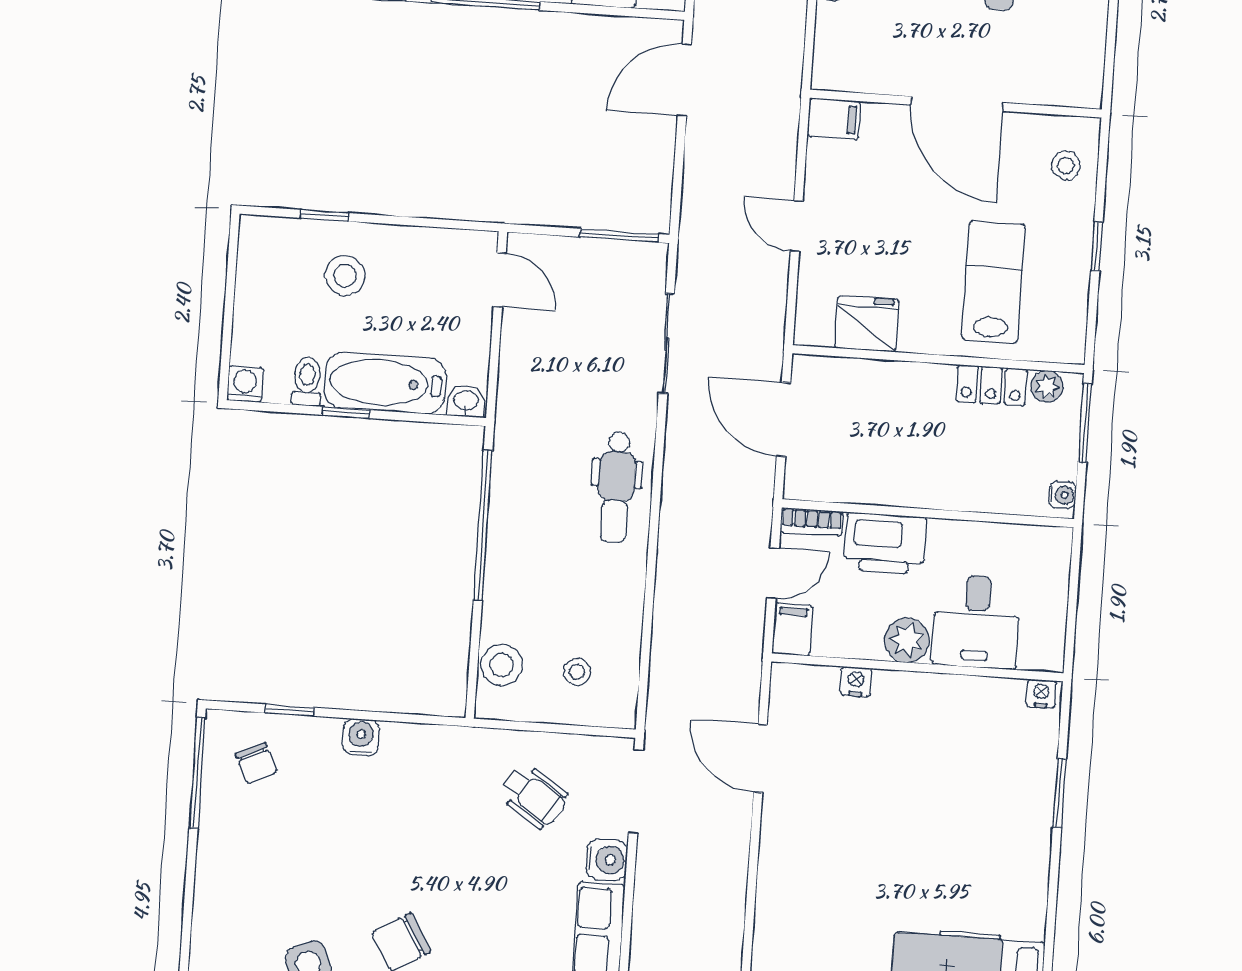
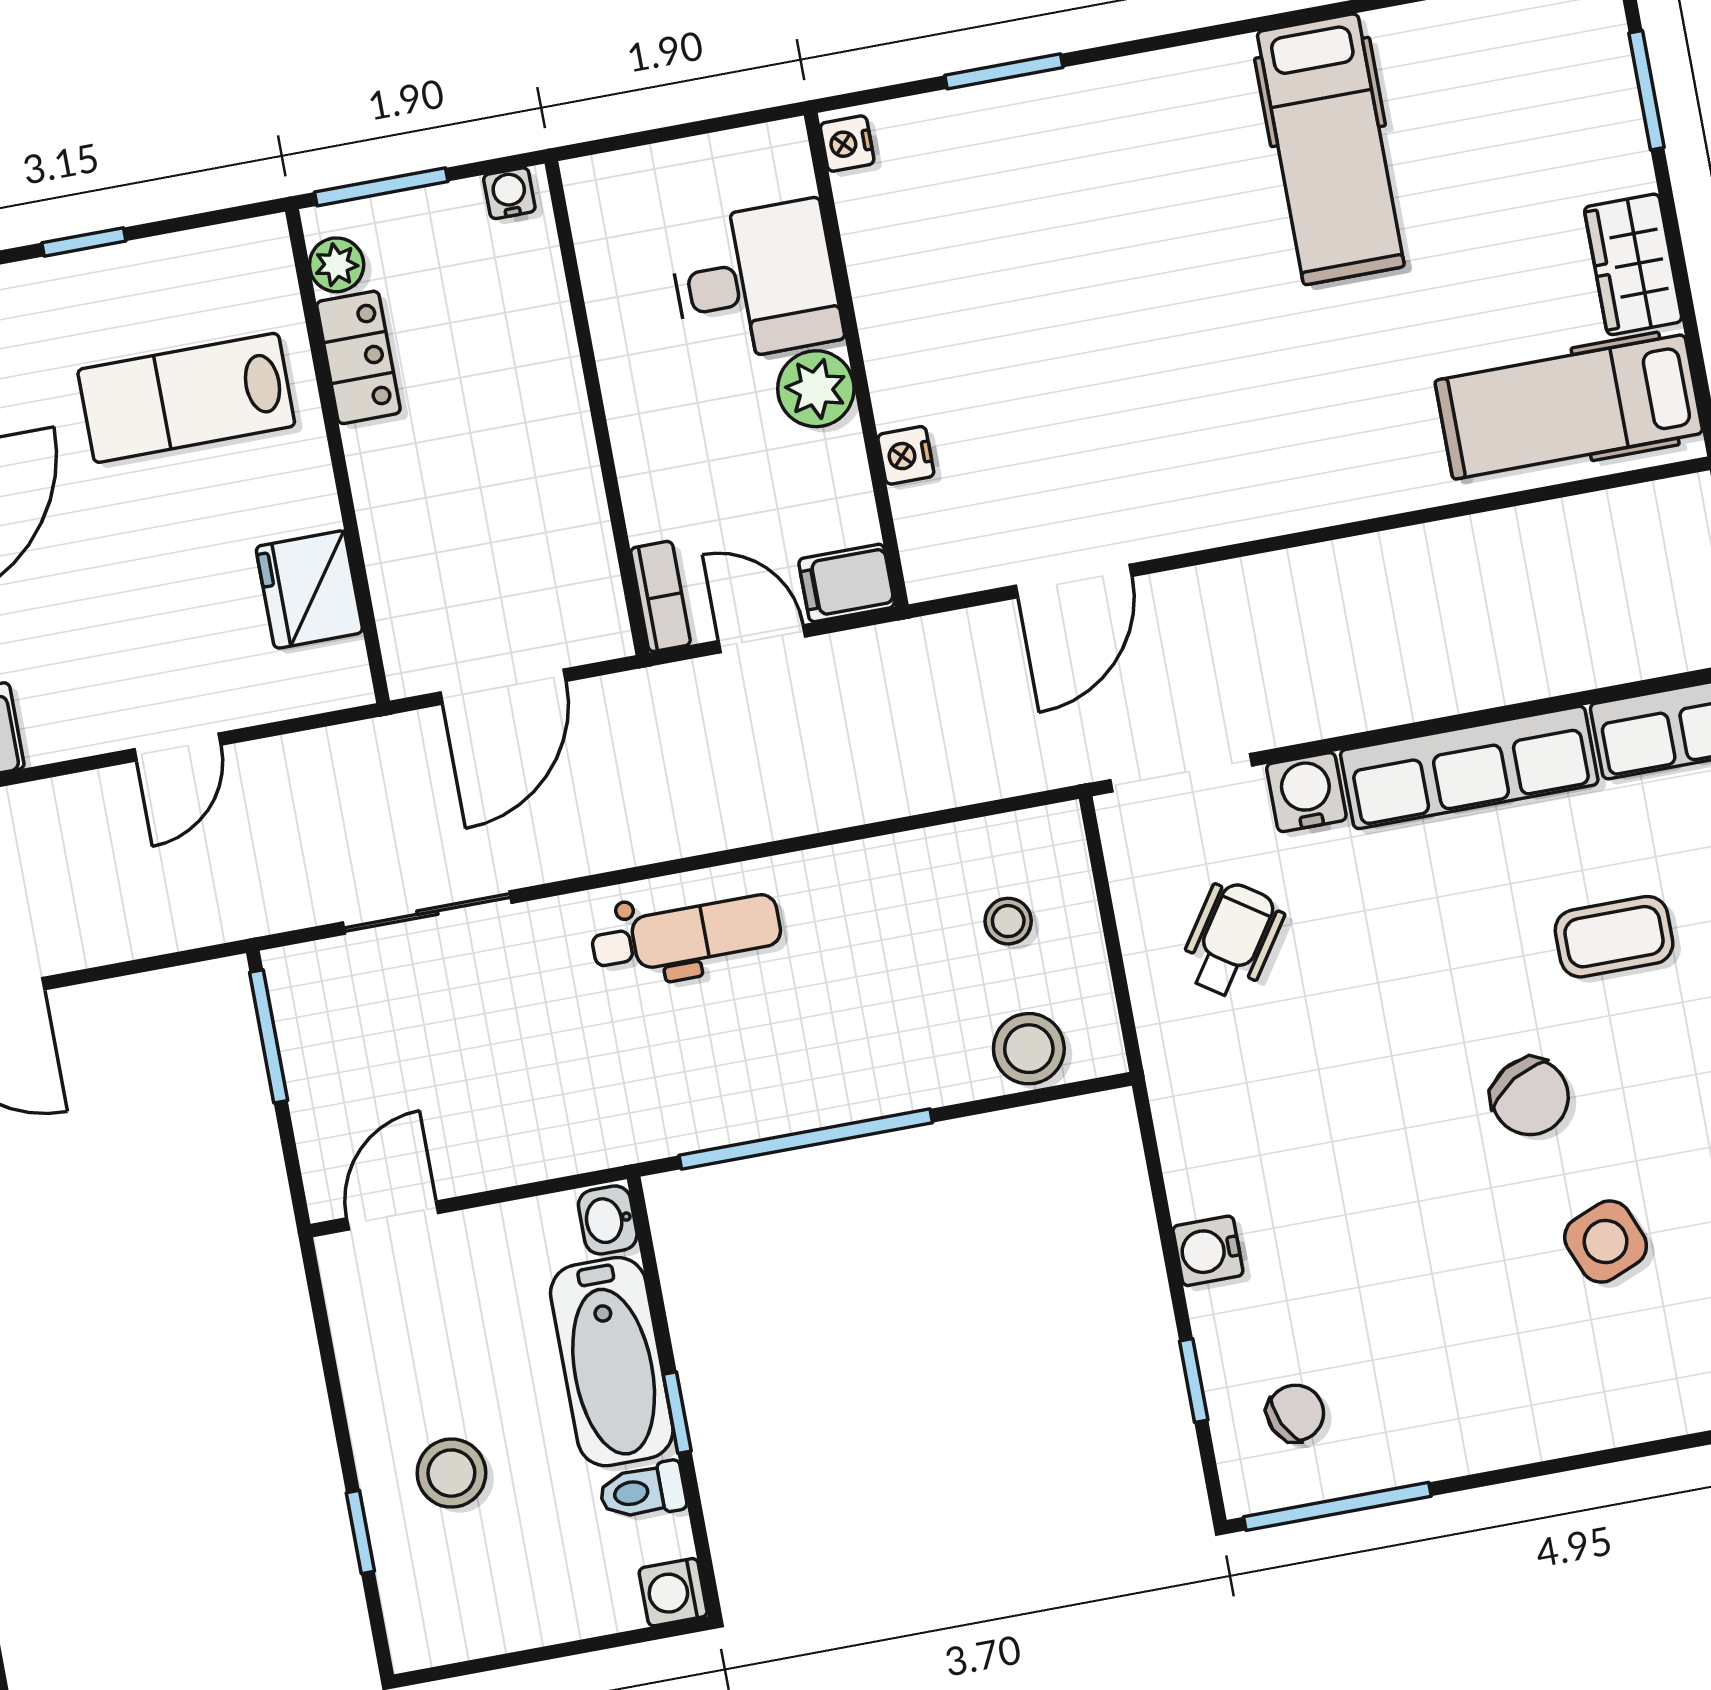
printer: (885, 543) -> (665, 466), removed

